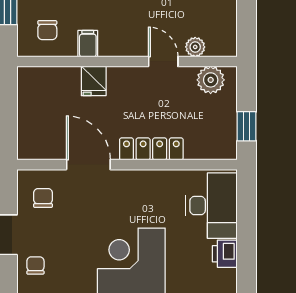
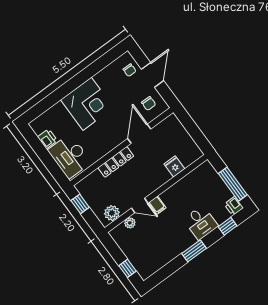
chair: (47, 30) -> (203, 181), removed
filing cabinet: (88, 44) -> (157, 205), moved
fridge: (94, 81) -> (174, 166), moved
door: (88, 165) -> (139, 134), swing flipped

